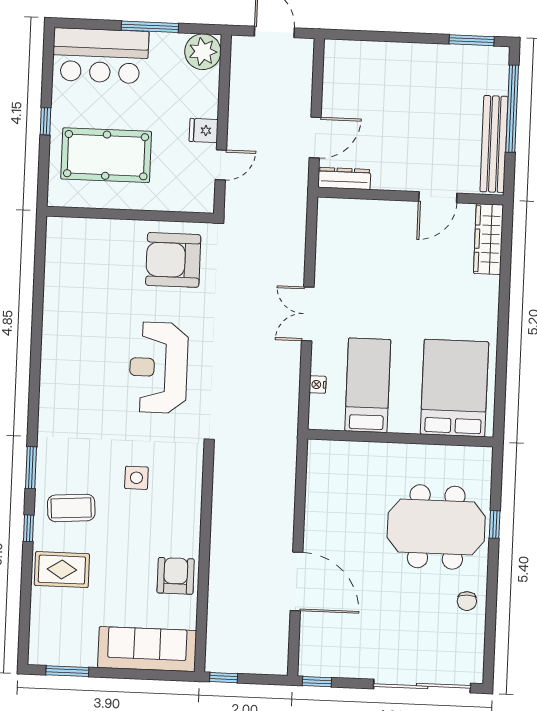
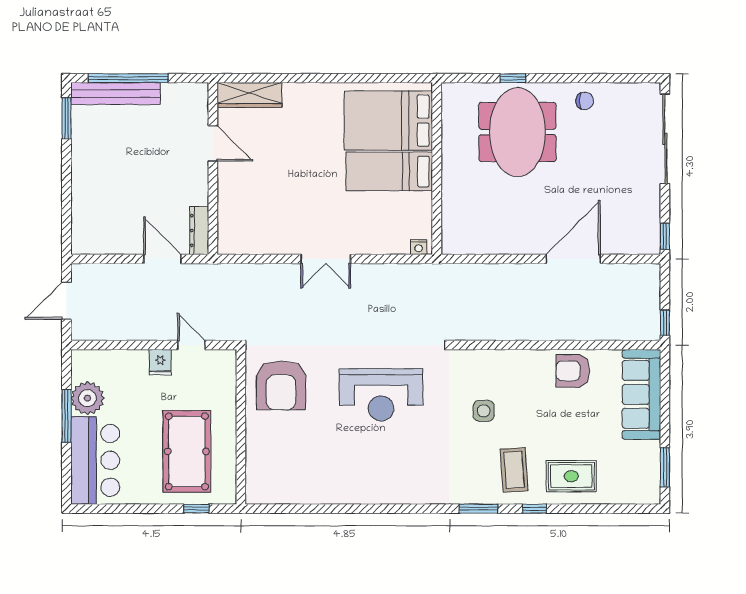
plant: (203, 52) -> (87, 398), moved
window: (46, 121) -> (197, 509), moved
bench: (494, 144) -> (115, 94), moved
nightstand: (318, 385) -> (419, 247), moved
bed: (368, 385) -> (389, 171), moved
rug: (62, 570) -> (571, 476), turned 90

